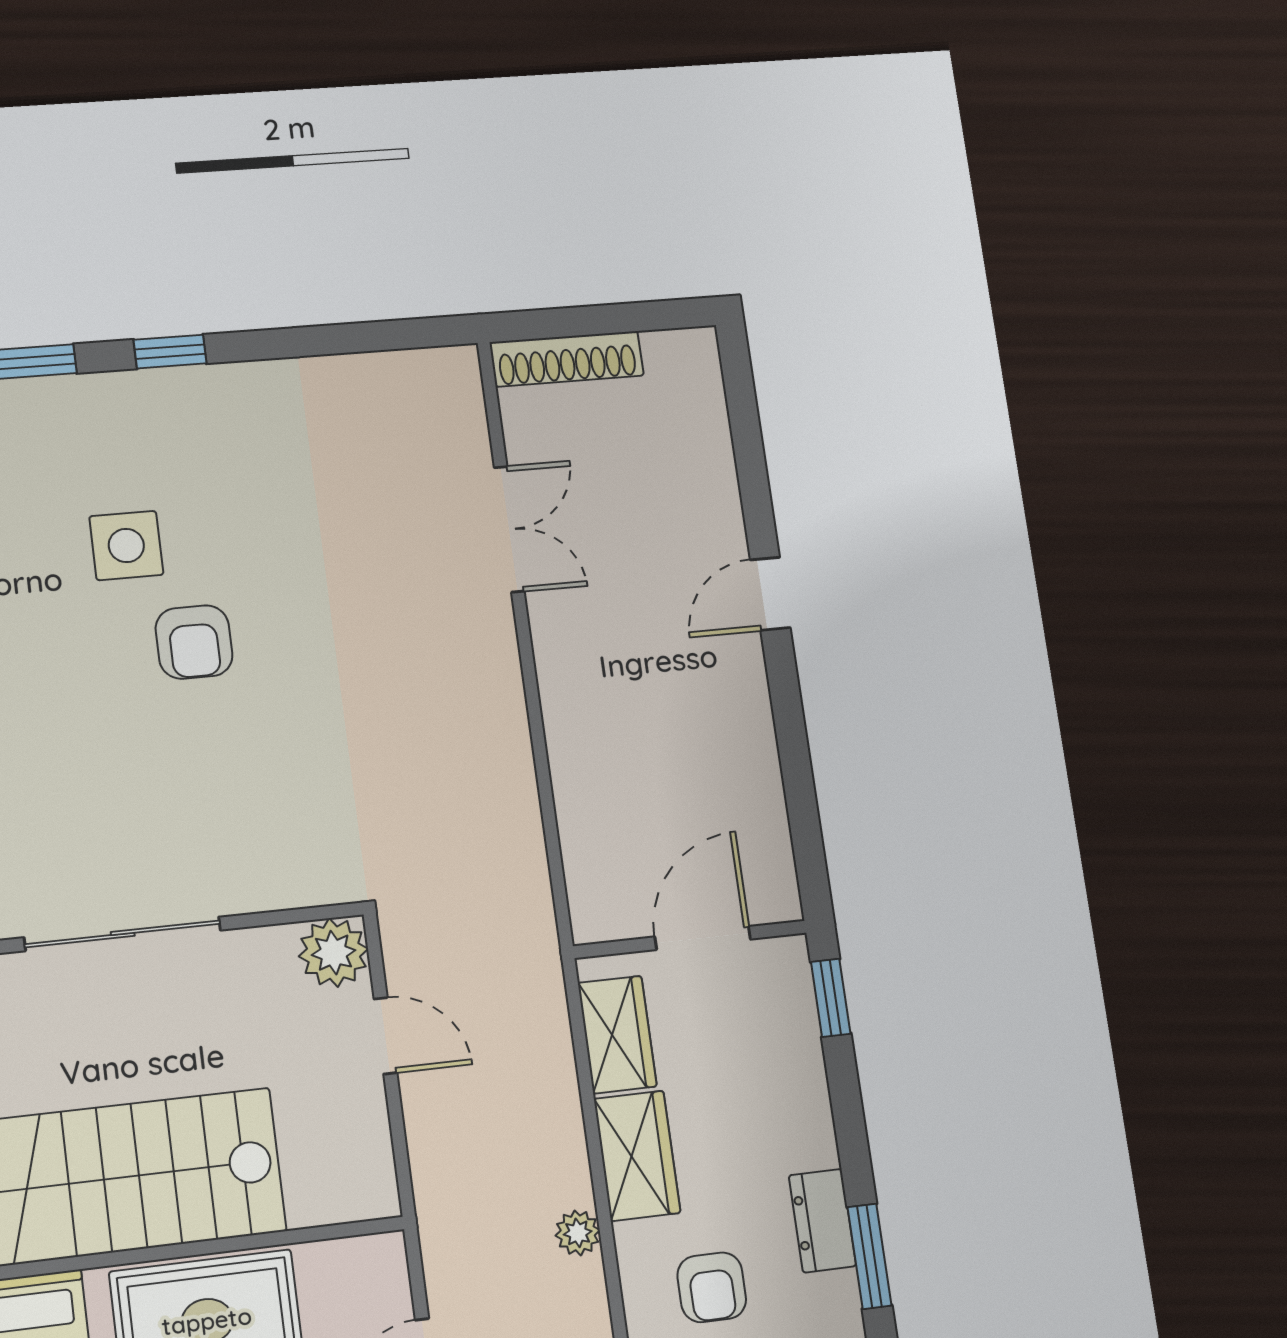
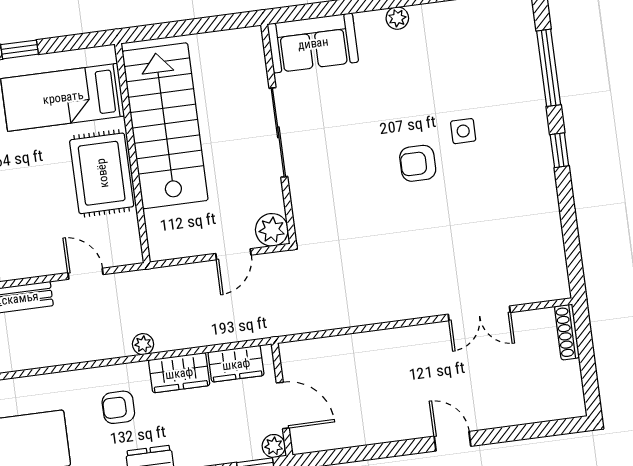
shoe rack: (567, 359) -> (567, 332), width x0.74, depth x0.81
side table: (126, 545) -> (463, 131), width x0.73, depth x0.73
plant: (787, 959) -> (274, 446), added

